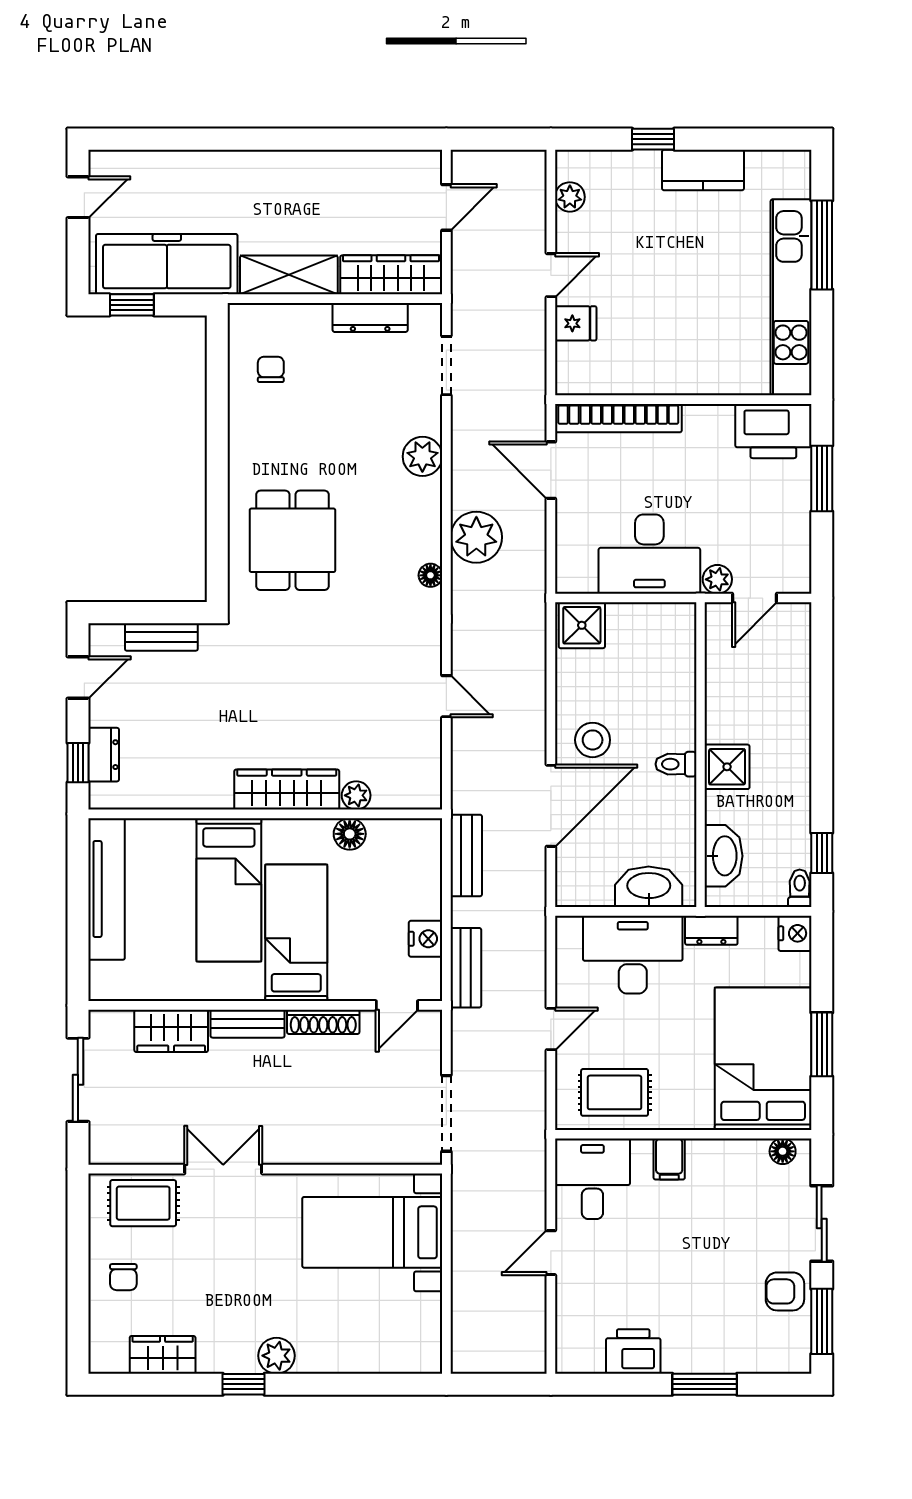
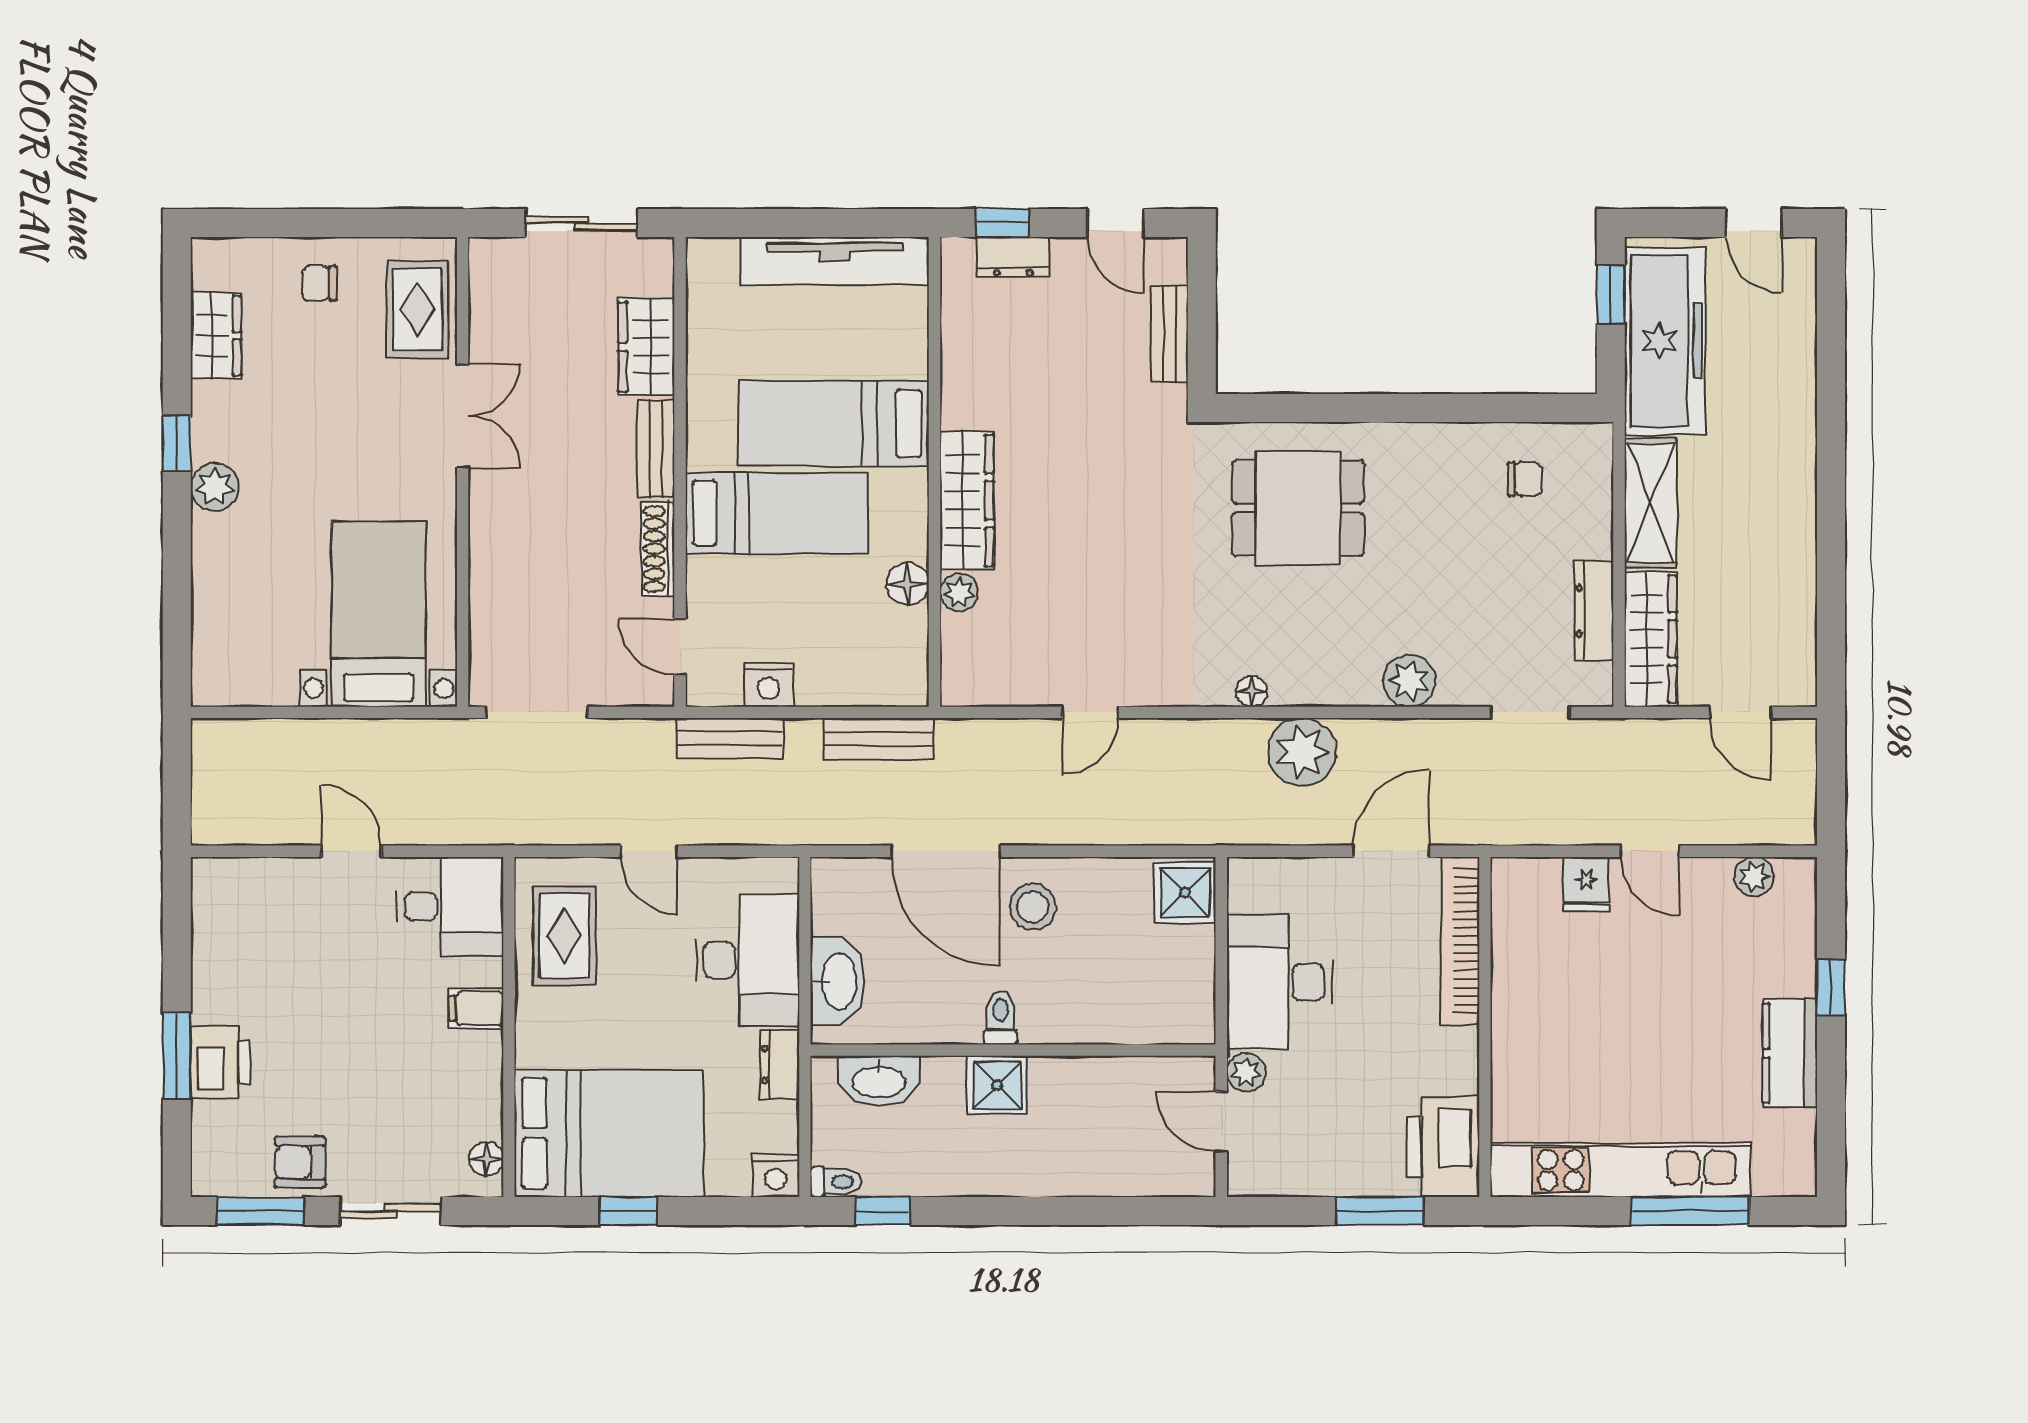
window: (822, 1044) -> (628, 1211), width x0.67
armchair: (785, 1291) -> (300, 1162), turned -90
printer: (633, 1351) -> (220, 1062), moved

